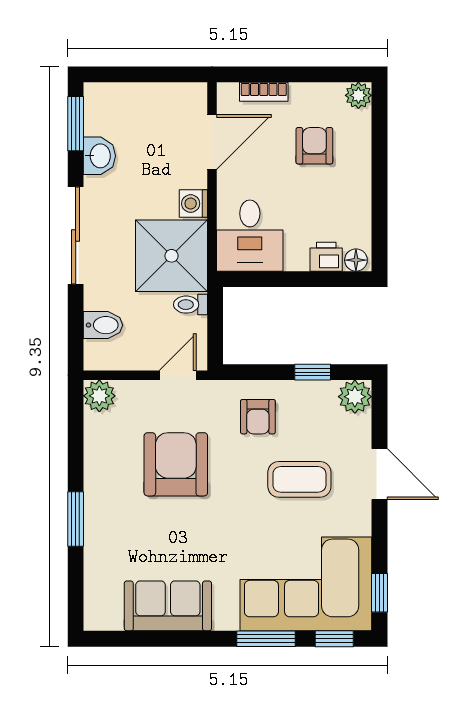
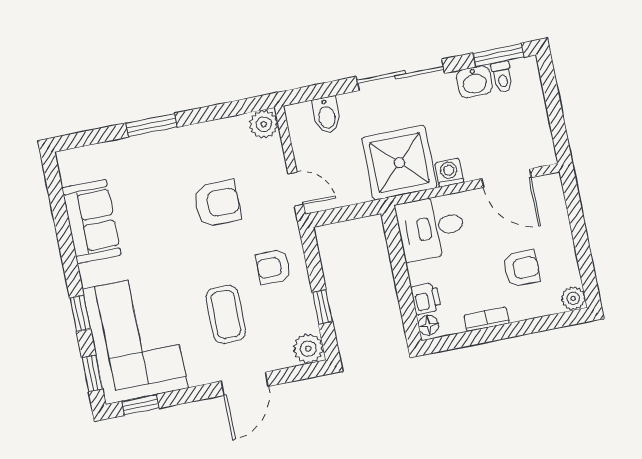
bookcase: (264, 92) -> (486, 319), moved, turned 90
toilet: (191, 305) -> (502, 77), moved, turned 180
armchair: (176, 464) -> (217, 203), width x0.73, depth x0.73
window: (266, 639) -> (80, 313), width x0.67

